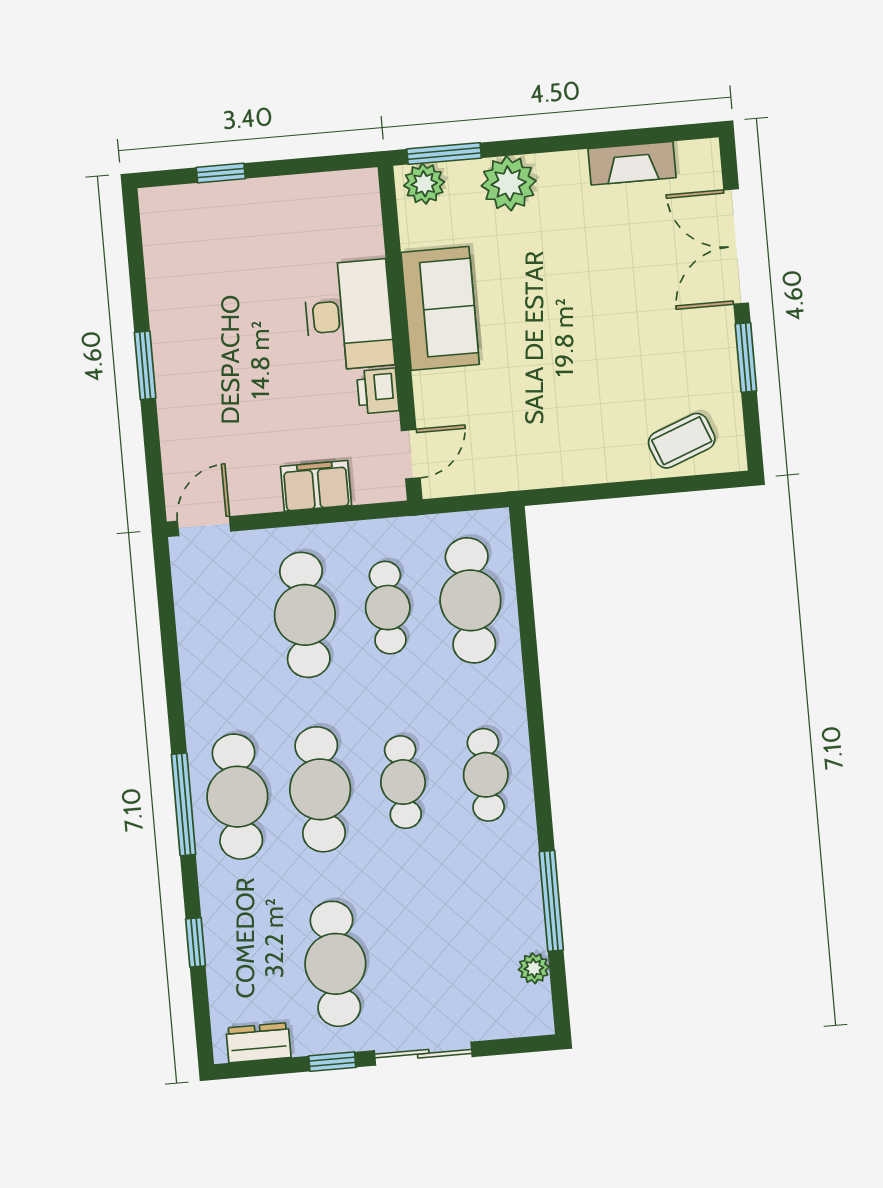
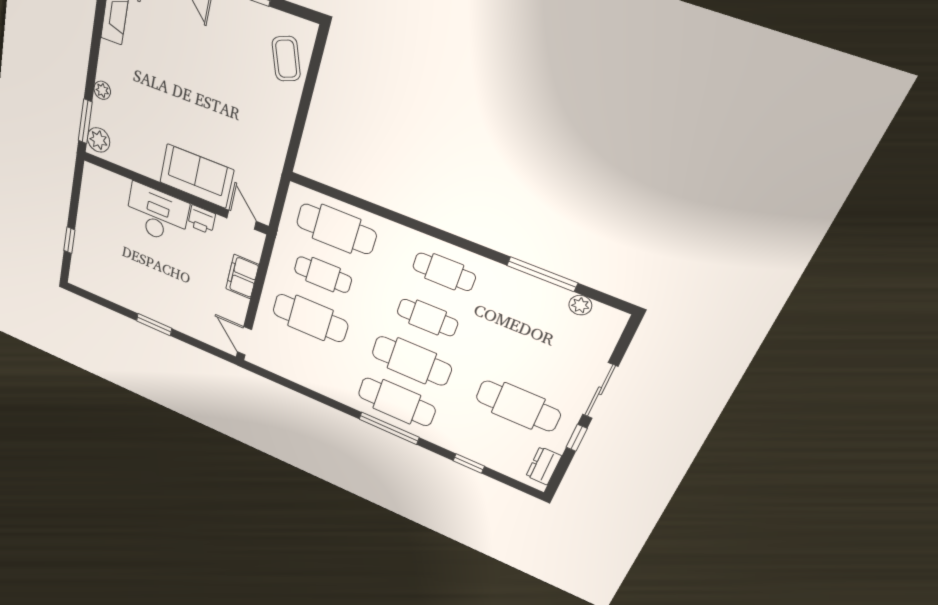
plant: (509, 183) -> (102, 90), width x0.53, depth x0.53
sofa: (440, 308) -> (197, 176), moved

